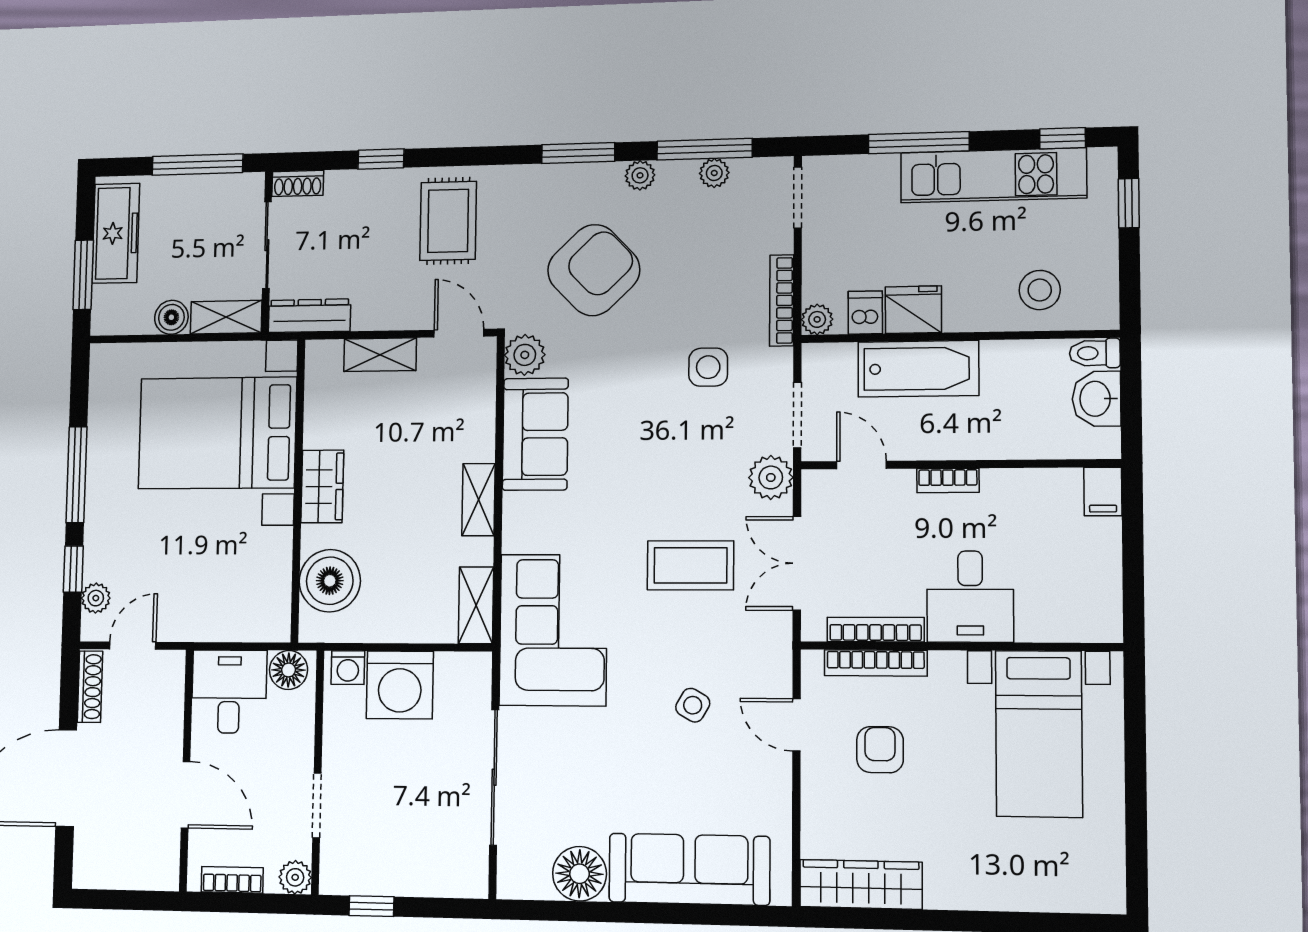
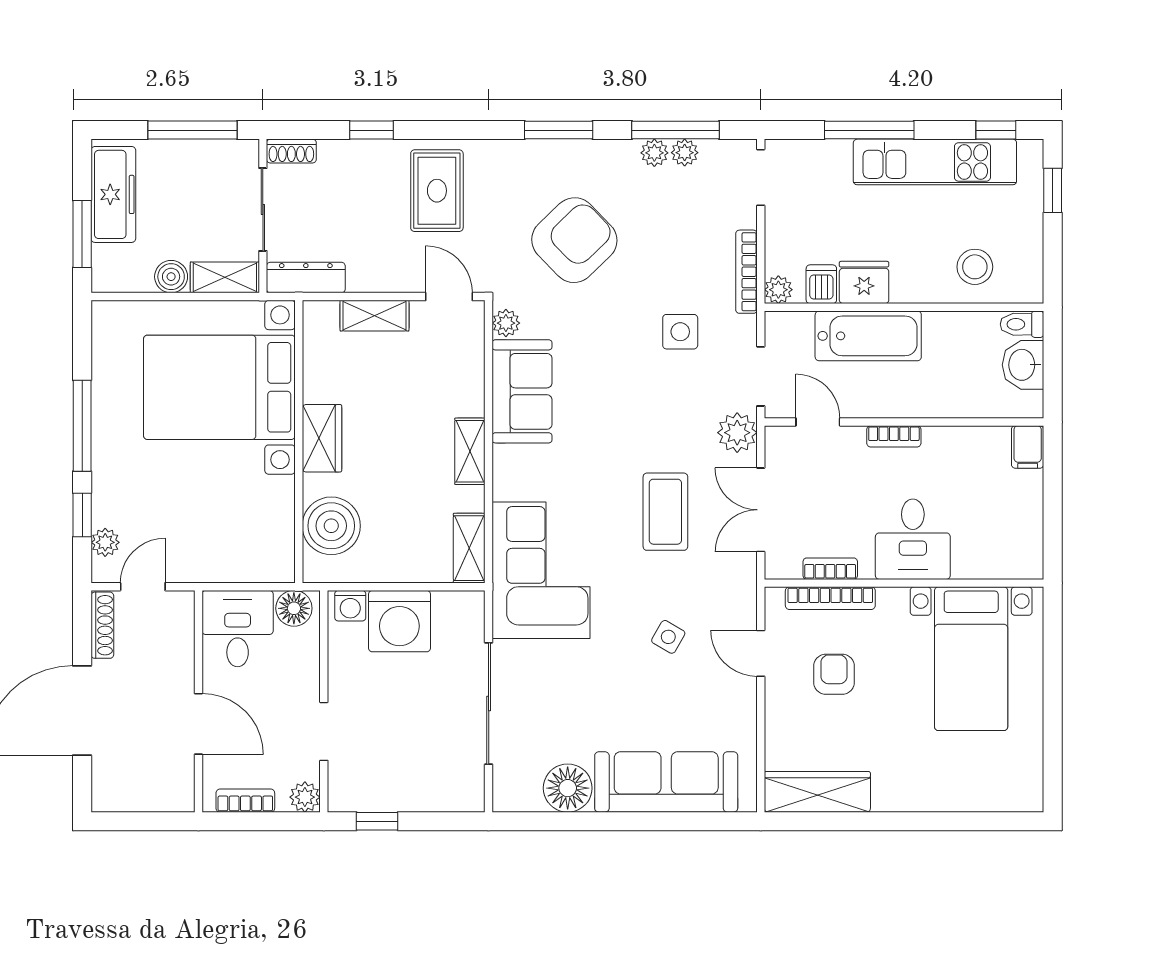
plant: (640, 175) -> (654, 153), moved
plant: (525, 355) -> (506, 323), width x0.73, depth x0.73
coffee table: (690, 565) -> (665, 512), turned 90
bookcase: (876, 630) -> (830, 569), width x0.64

